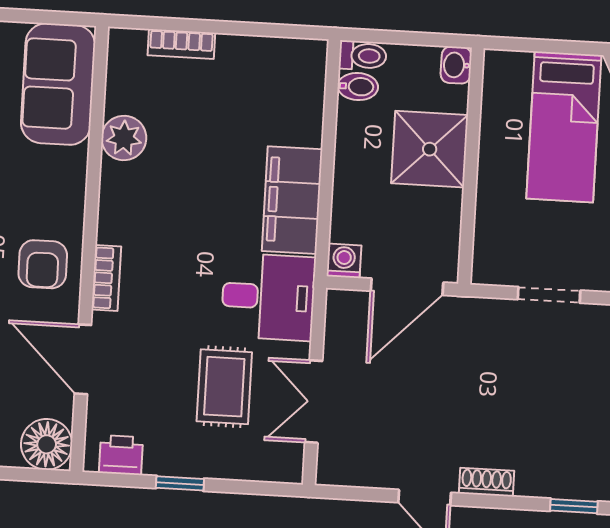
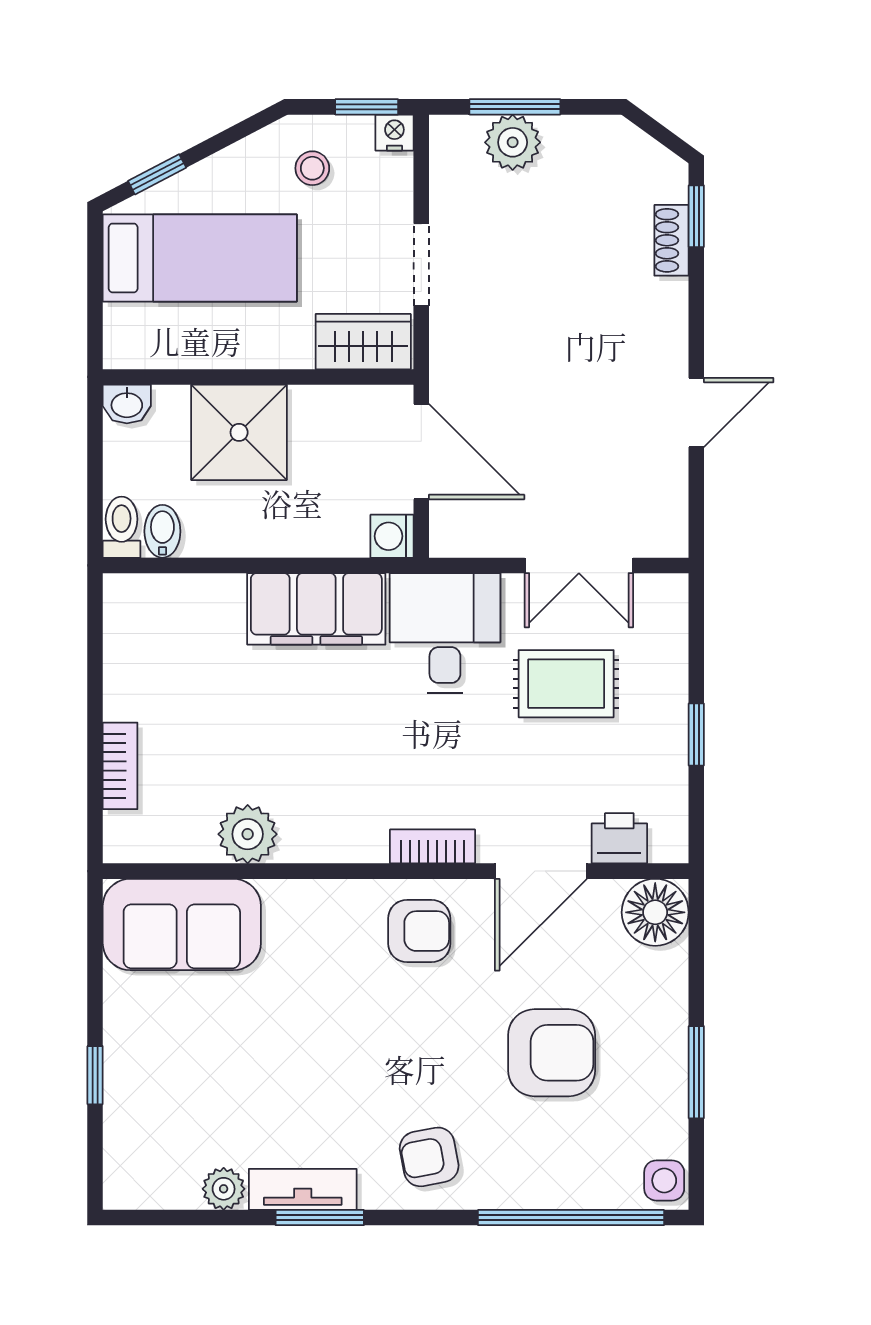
wardrobe: (493, 247) -> (363, 342), added
printer: (121, 455) -> (619, 838), moved, turned 90
shoe rack: (487, 482) -> (671, 240), moved

